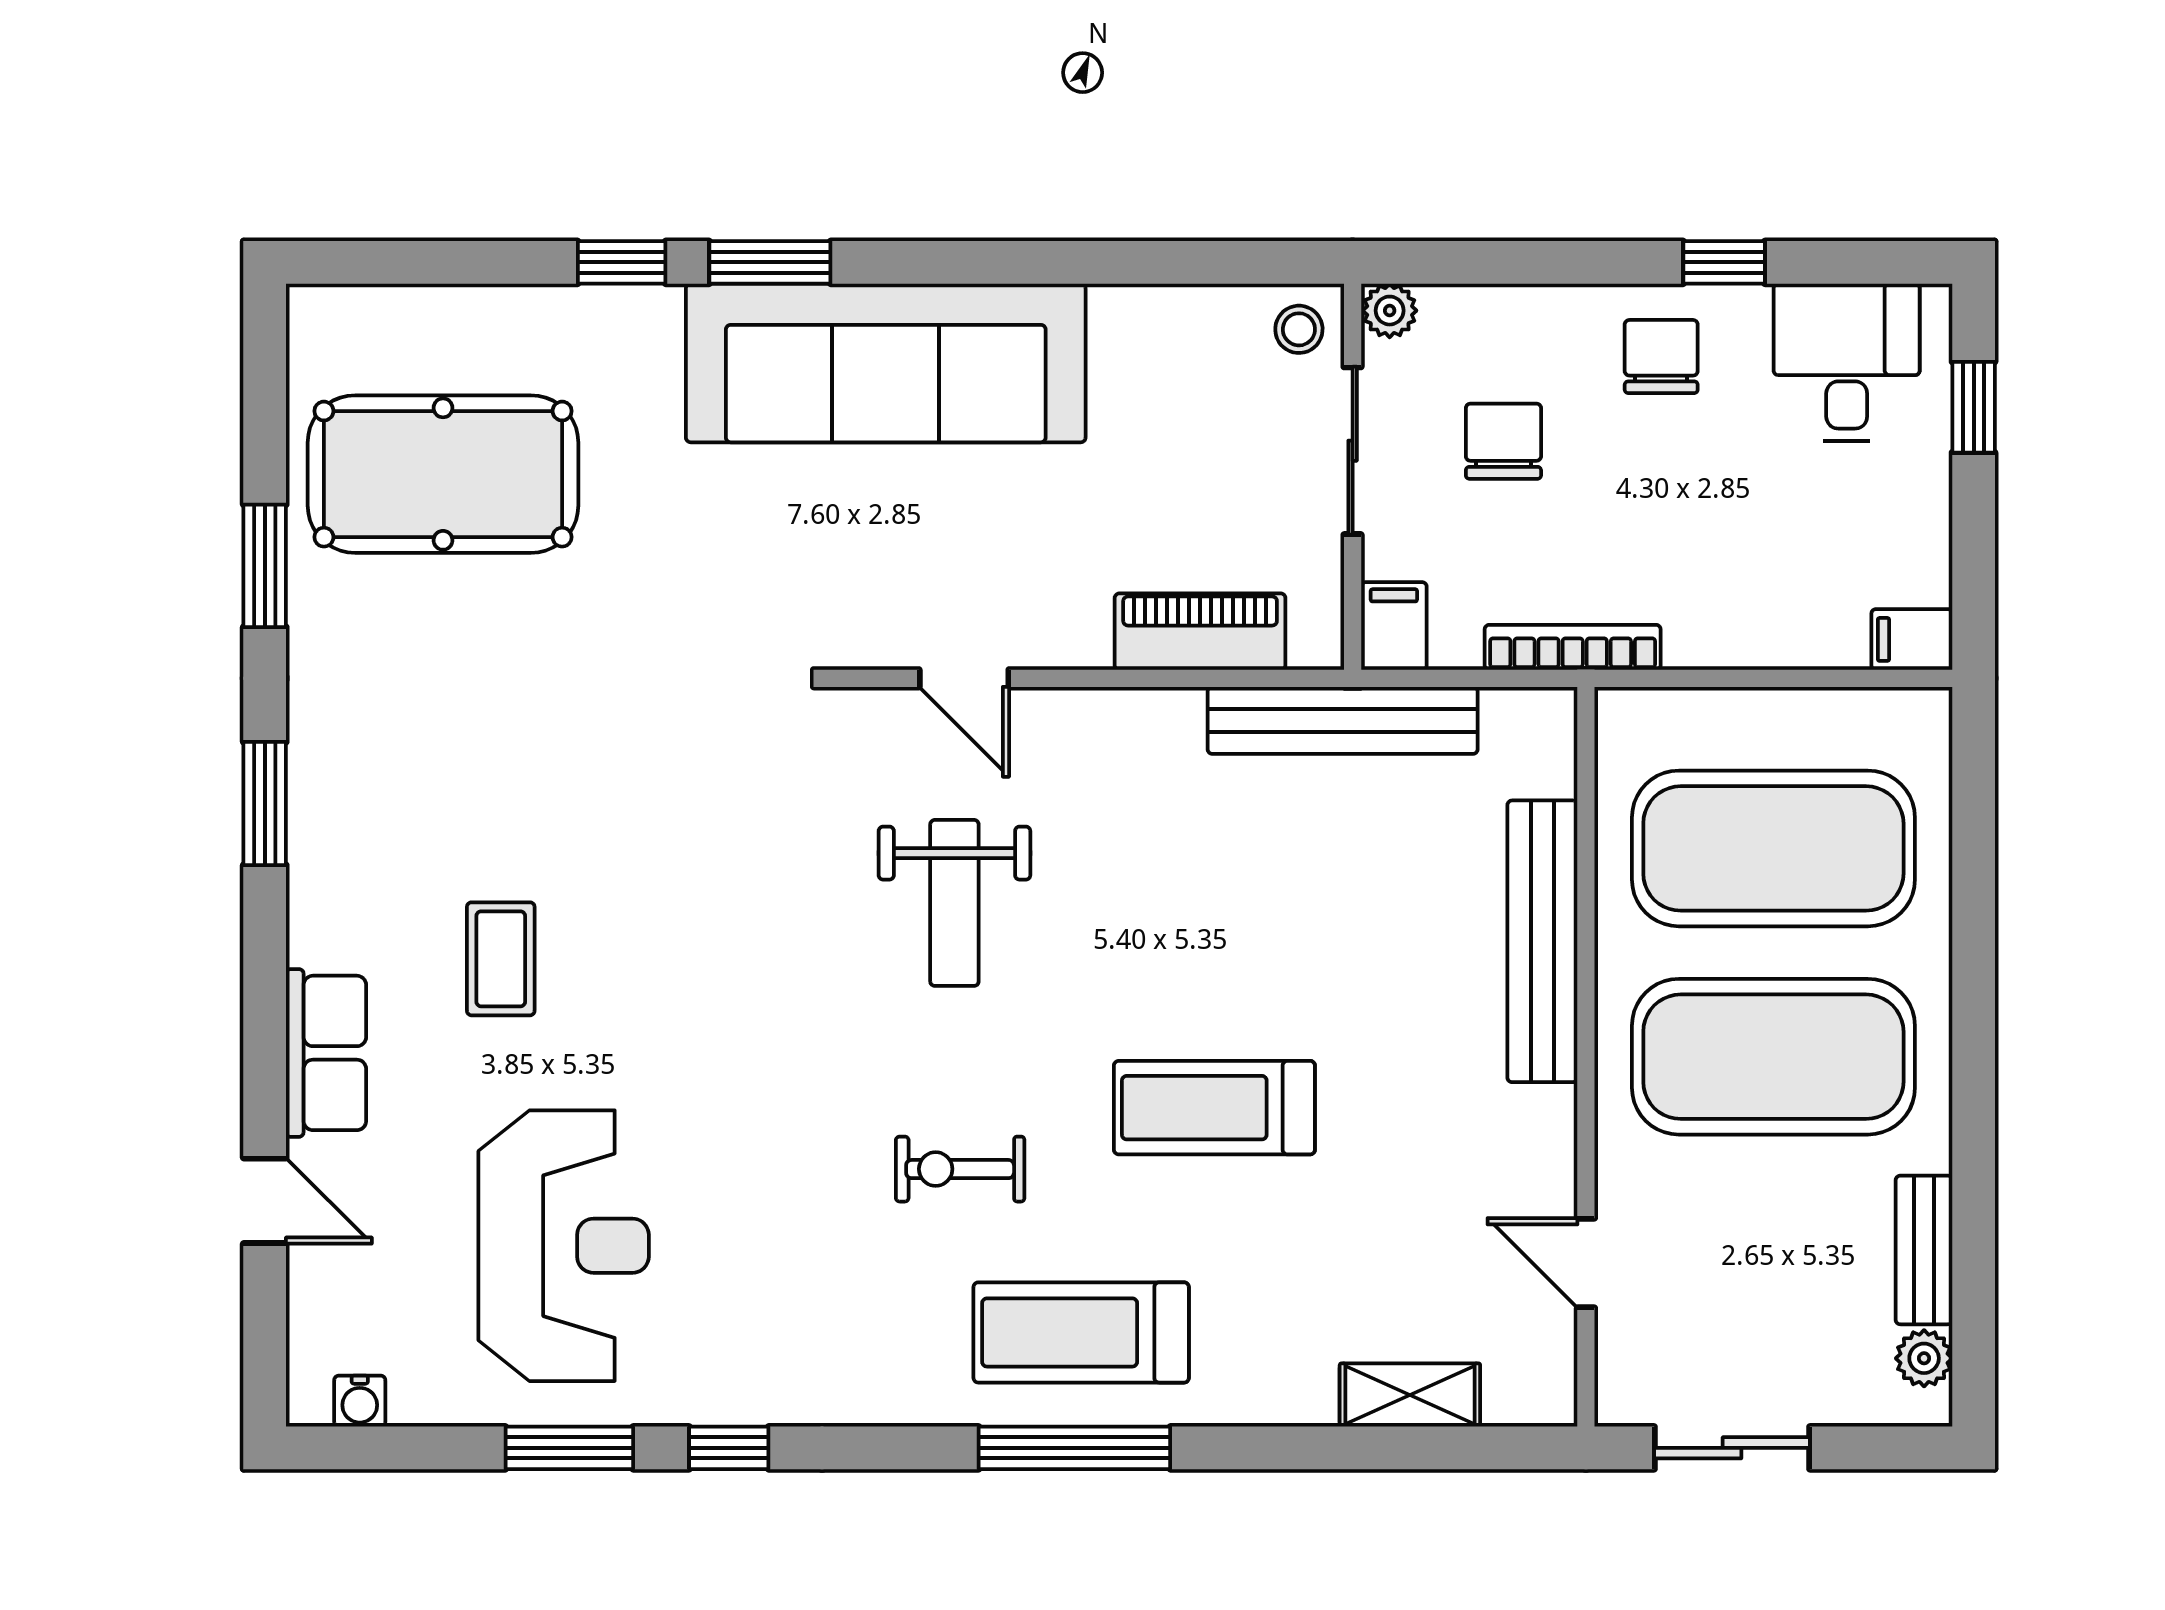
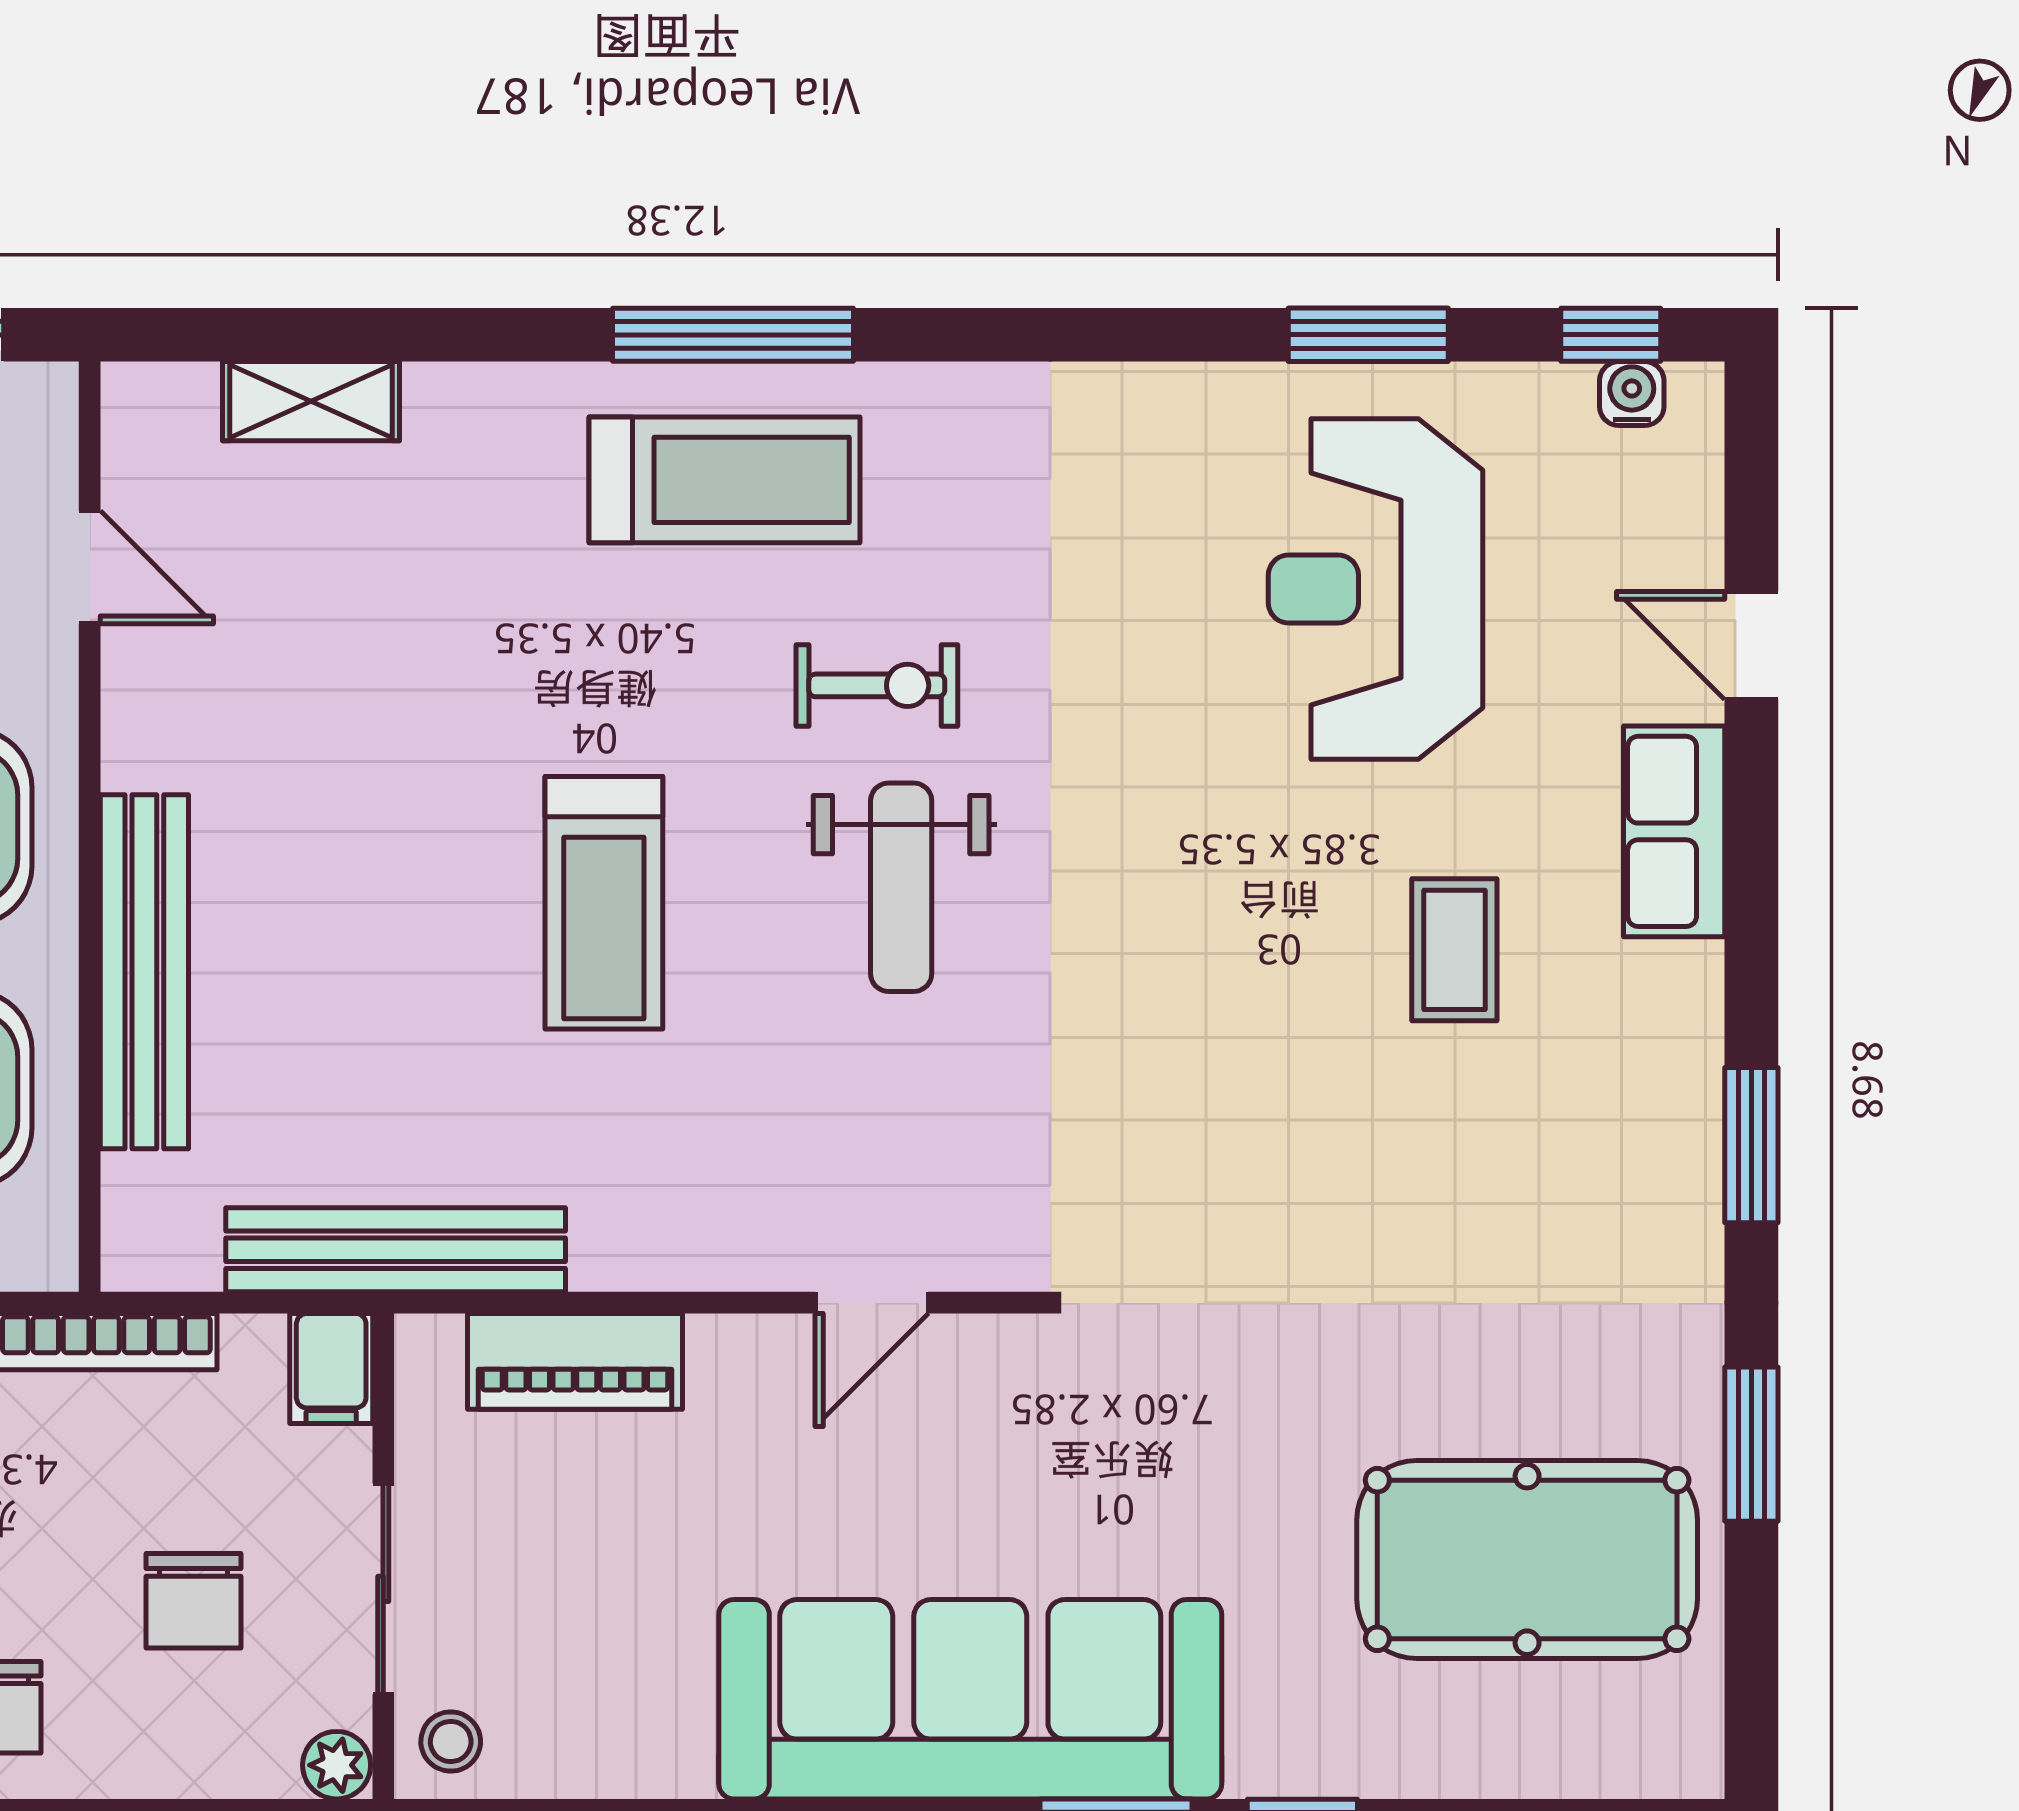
door: (964, 678) -> (872, 1303), swing flipped
weight bench: (954, 903) -> (901, 887), moved, turned 180
treadmill: (1214, 1108) -> (604, 903), moved, turned 90
window: (729, 1448) -> (1611, 335), moved

